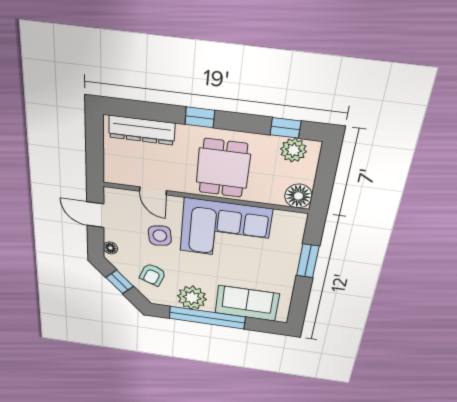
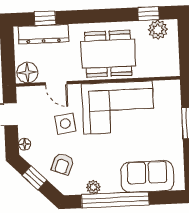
window: (200, 117) -> (45, 18), moved
dining table: (223, 168) -> (108, 54), width x1.38
floor lamp: (298, 196) -> (27, 73), moved
plant: (192, 298) -> (93, 187), width x0.53, depth x0.53

